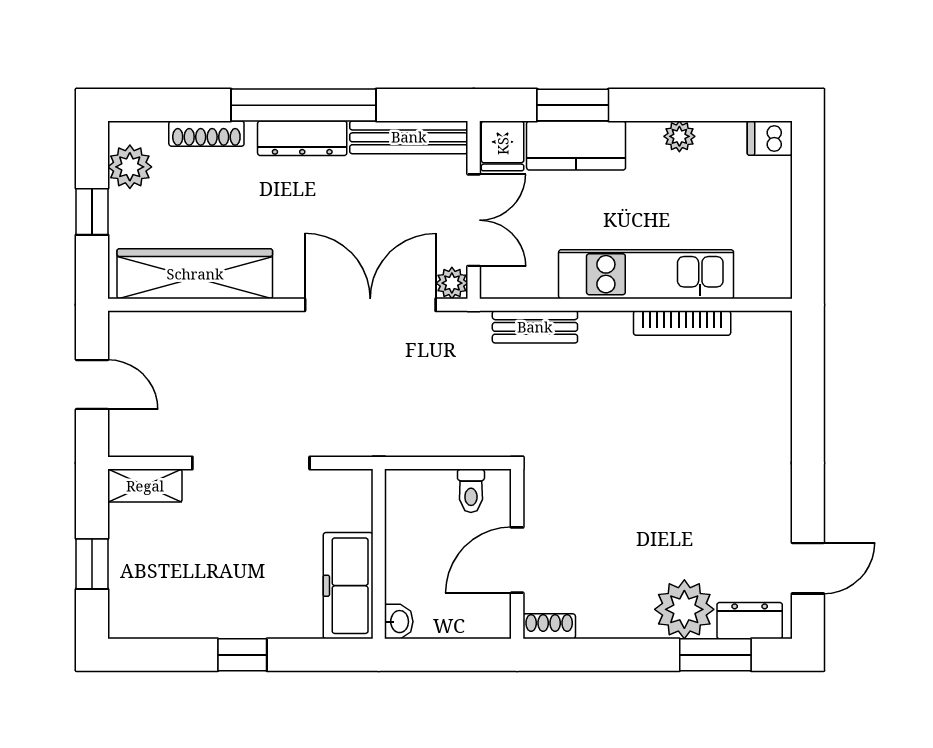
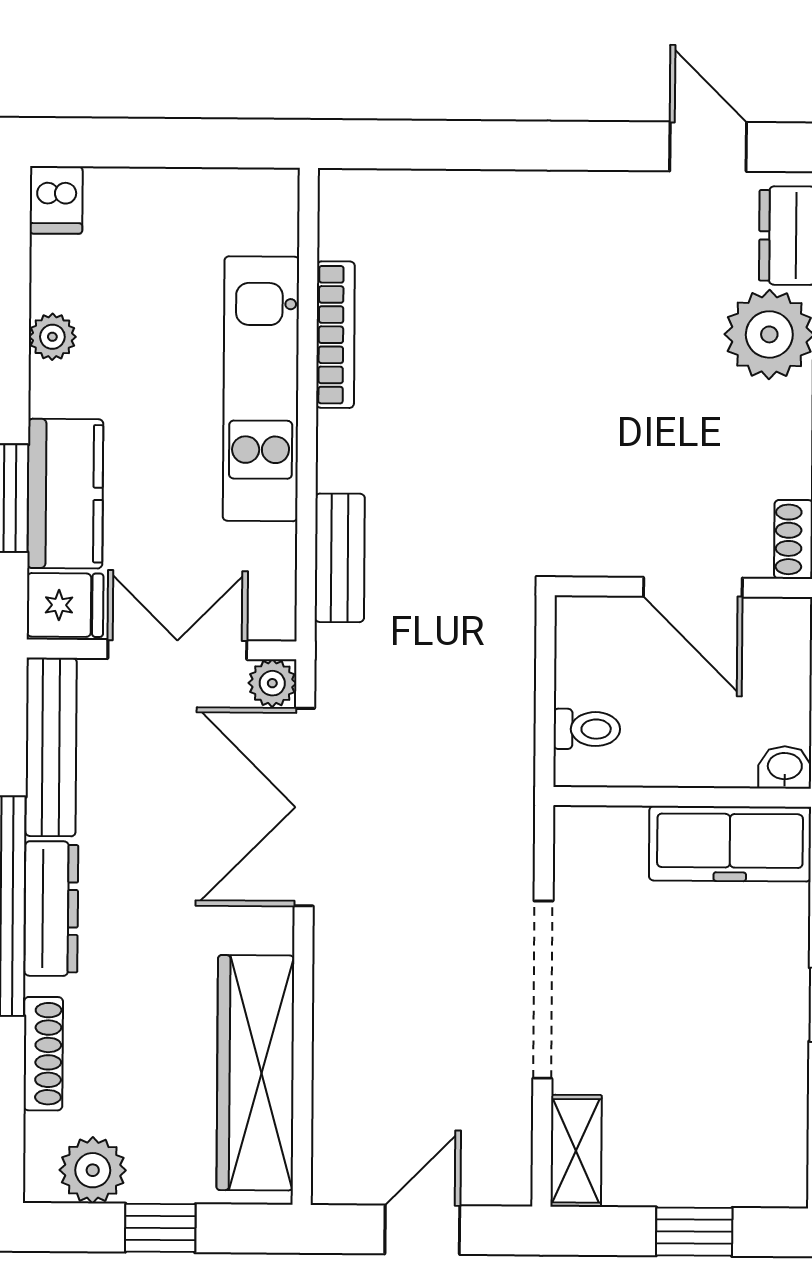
toilet: (471, 491) -> (587, 729), moved

